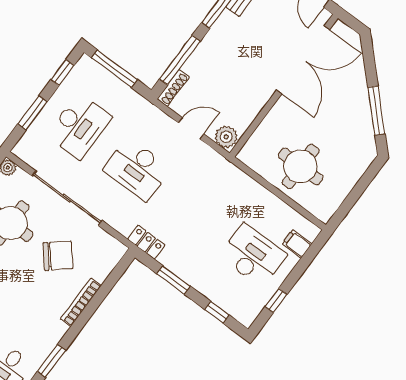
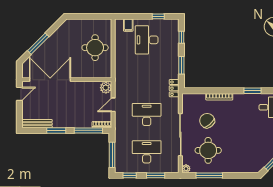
window: (376, 111) -> (38, 44), moved
door: (191, 128) -> (113, 105), hinge flipped
desk: (137, 169) -> (147, 115), turned -90

